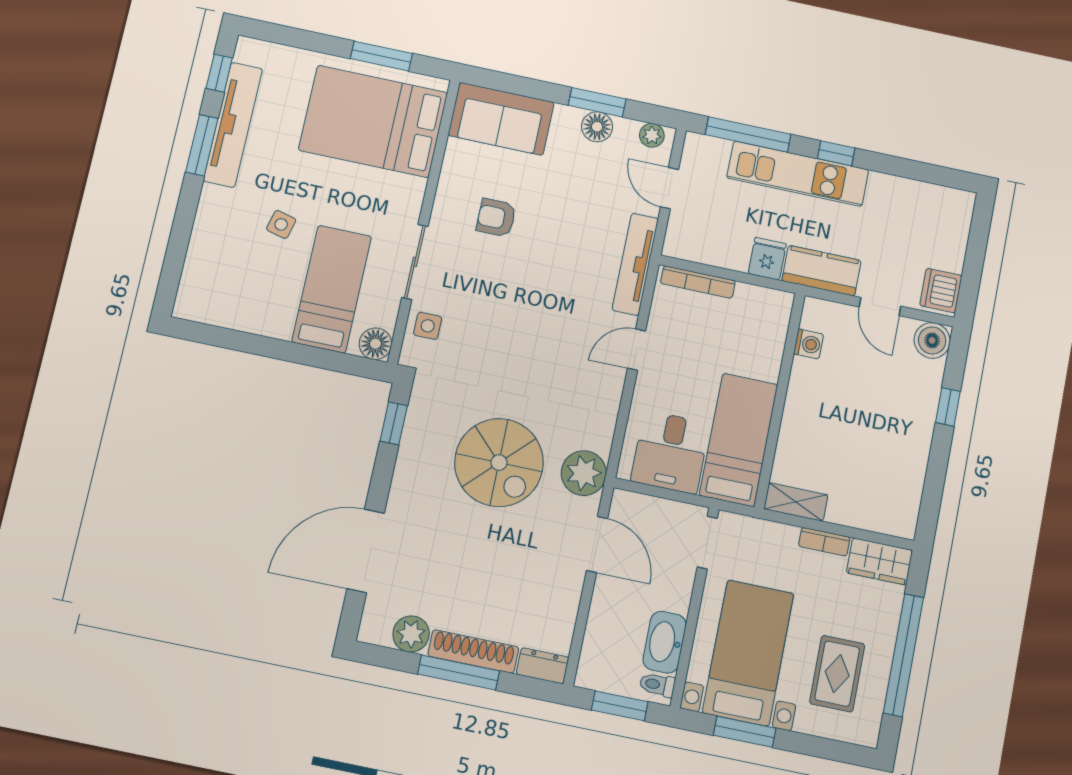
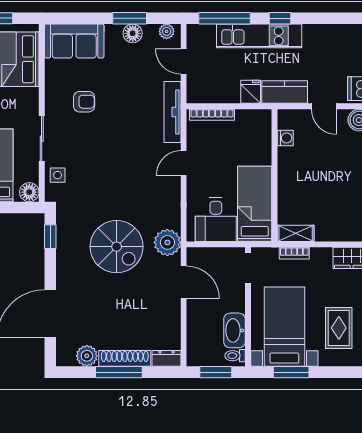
armchair: (496, 218) -> (84, 102), turned 180
bookcase: (824, 542) -> (294, 253), moved

